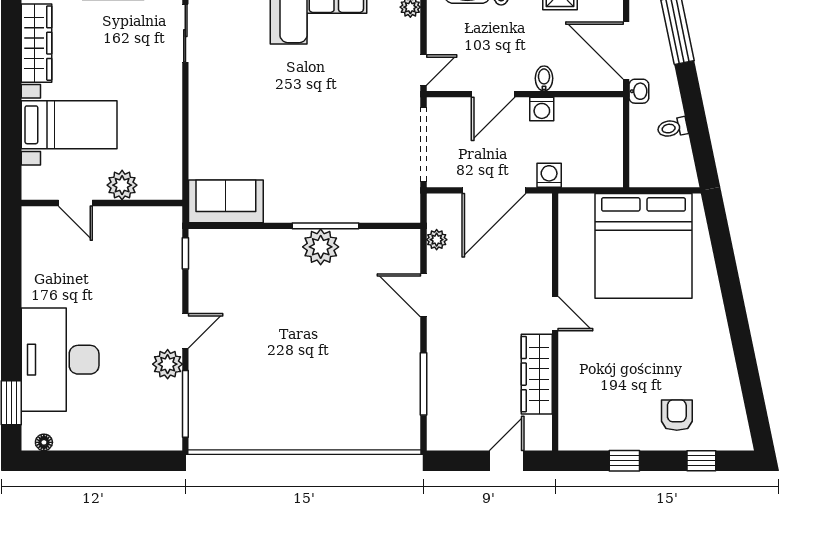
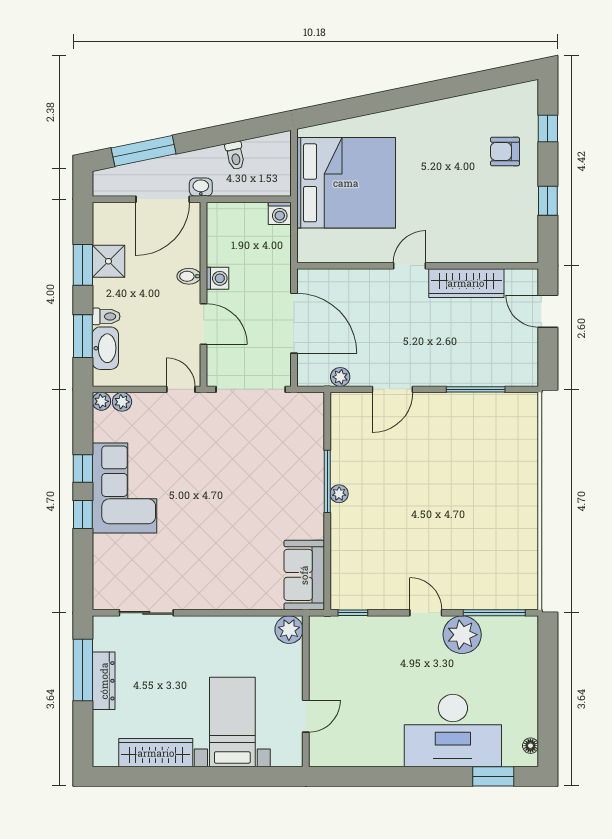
washing machine: (549, 175) -> (280, 213), moved, turned -90
plant: (122, 185) -> (289, 630), moved
plant: (321, 247) -> (339, 494), width x0.53, depth x0.53
plant: (168, 364) -> (462, 635), width x1.36, depth x1.36

